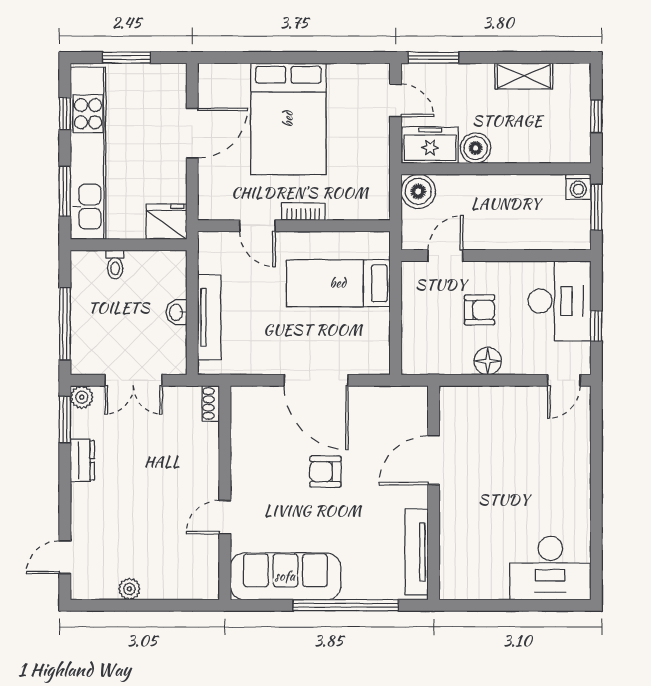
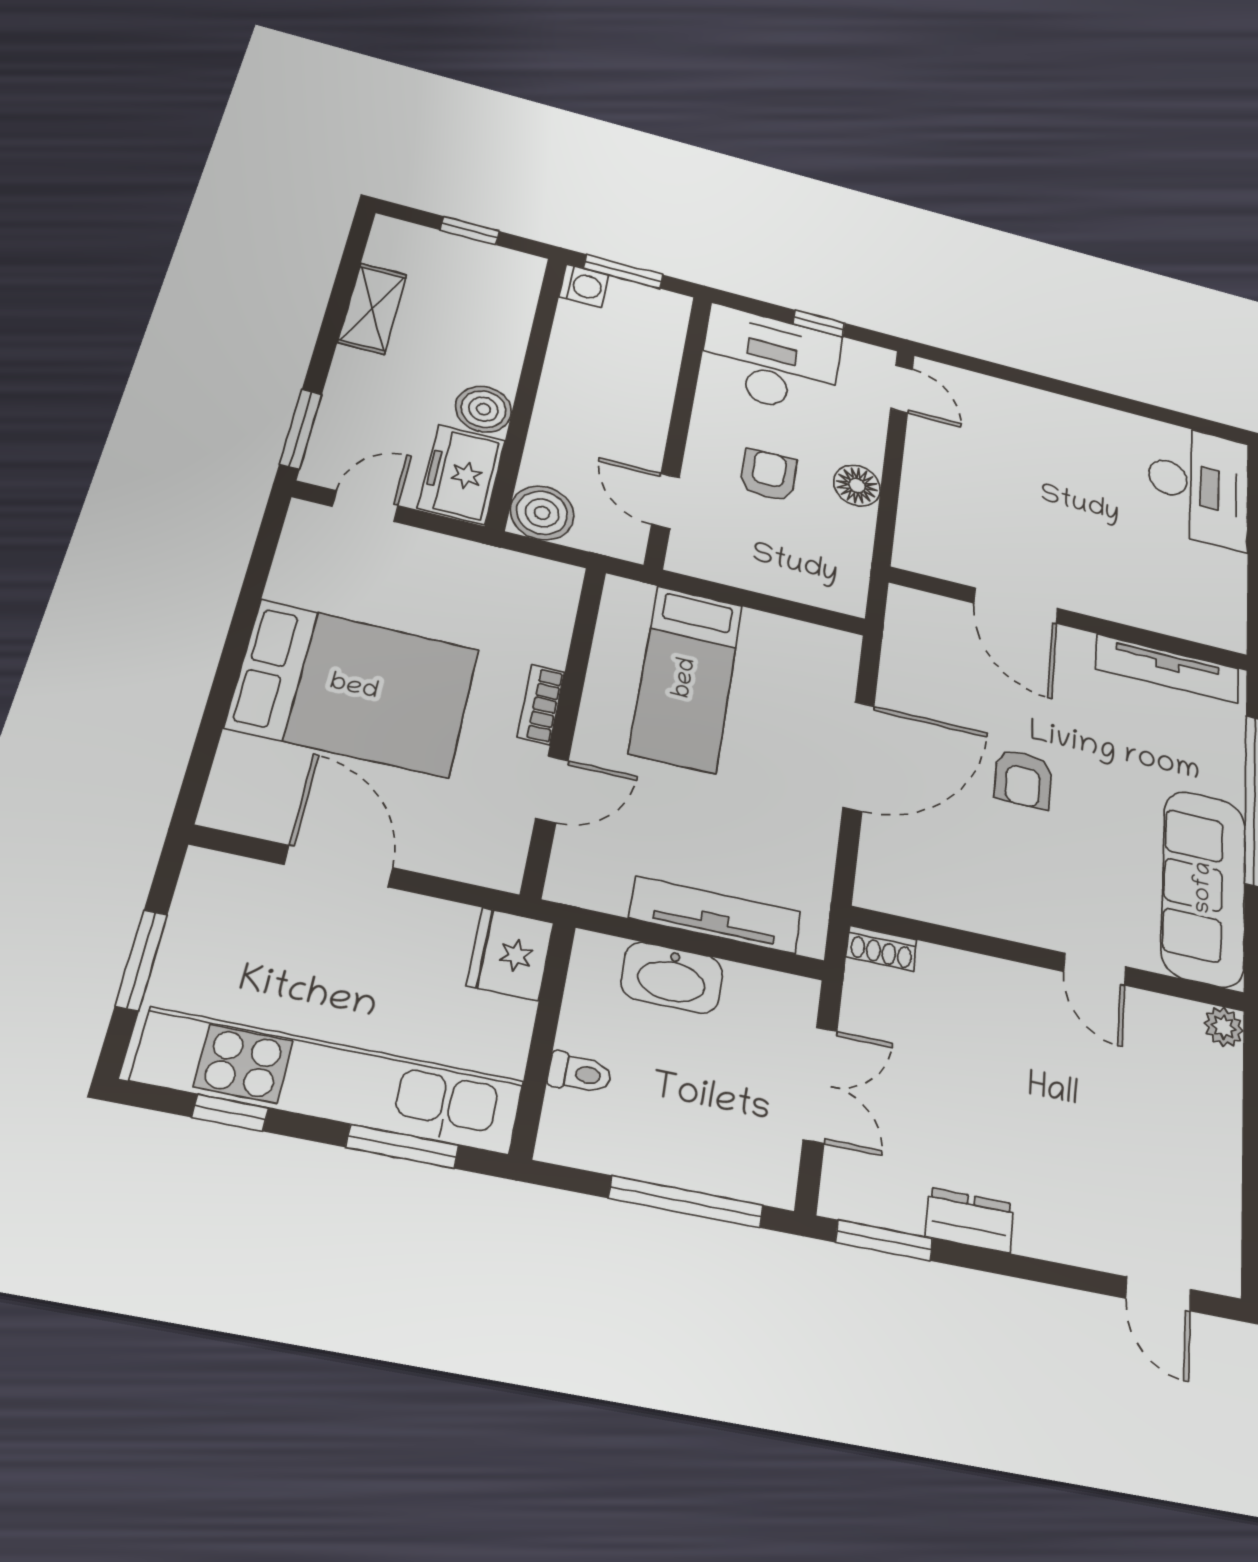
washbasin: (177, 312) -> (672, 977), width x1.91, depth x1.45
plant: (82, 397) -> (842, 1196), removed
plant: (129, 589) -> (1224, 1027), moved

